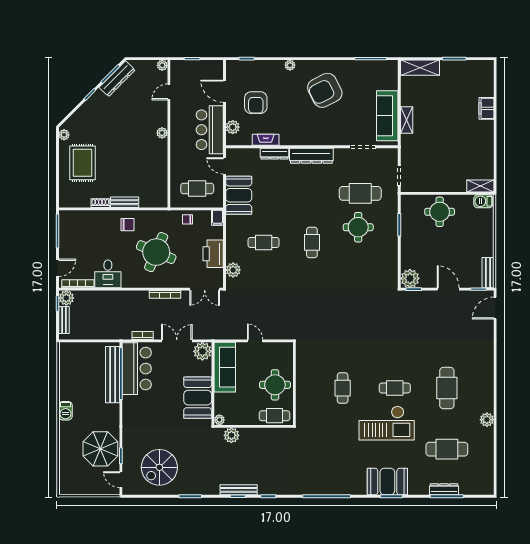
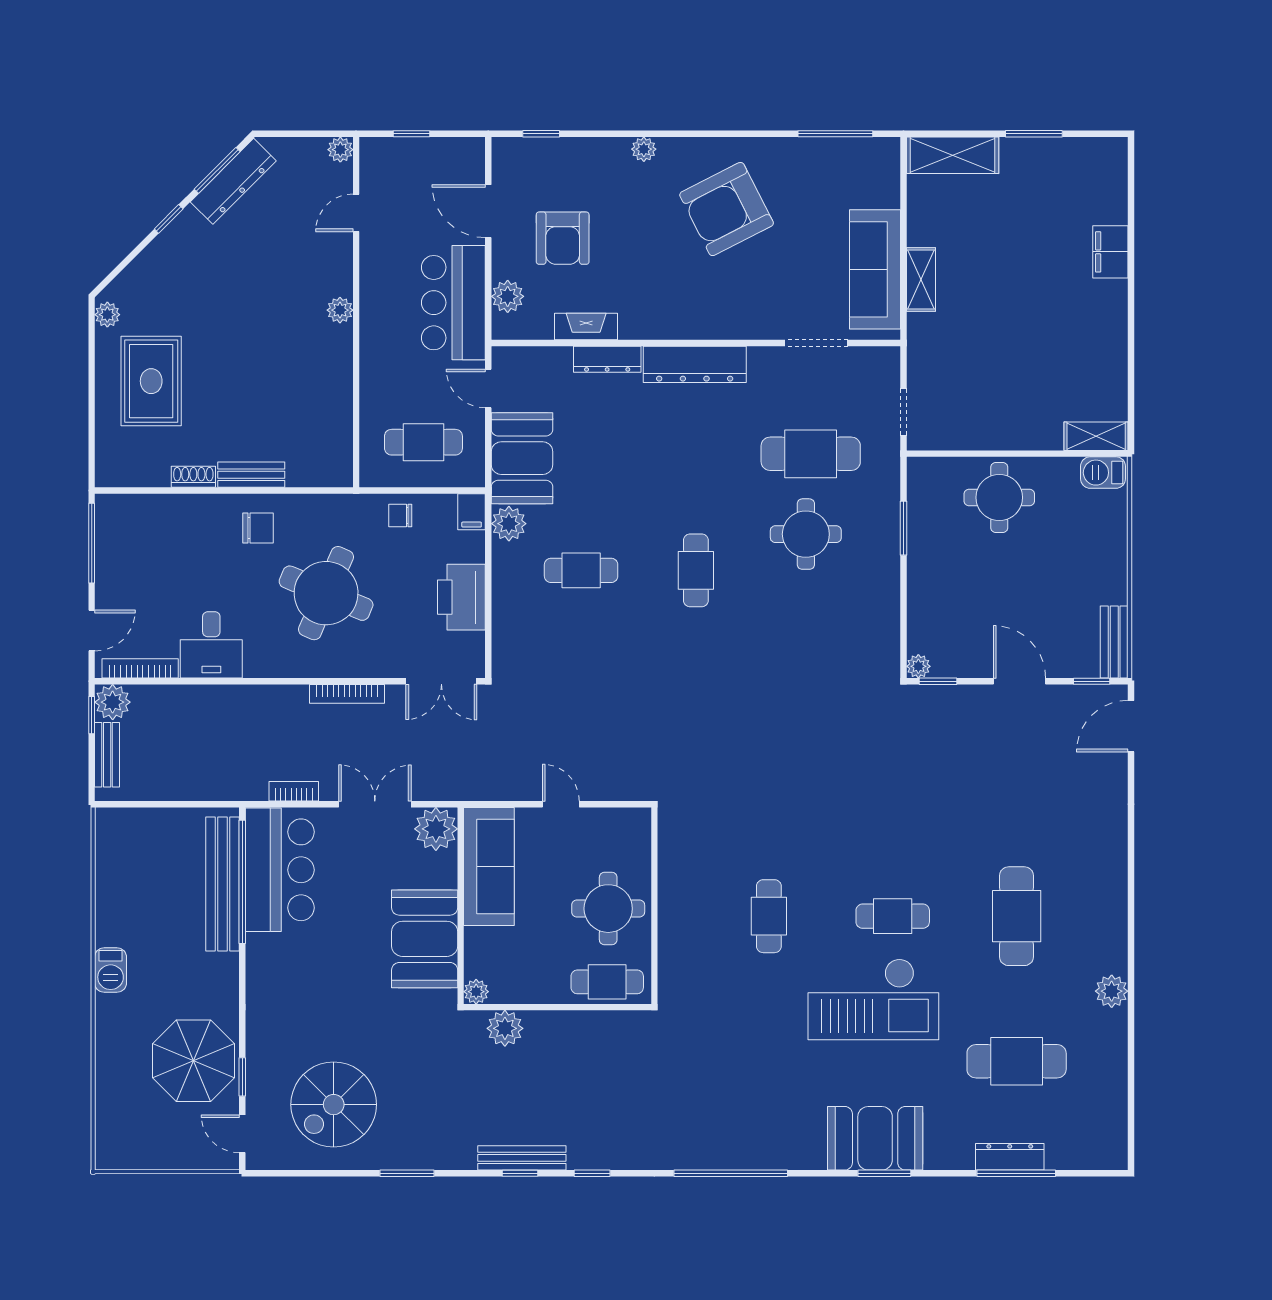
plant: (233, 270) -> (509, 524), moved
plant: (410, 278) -> (918, 666), width x0.53, depth x0.53

